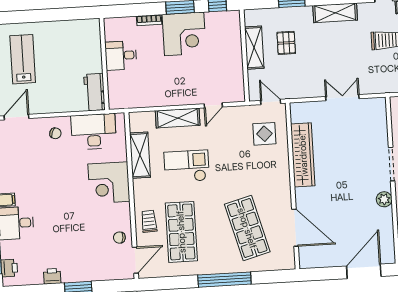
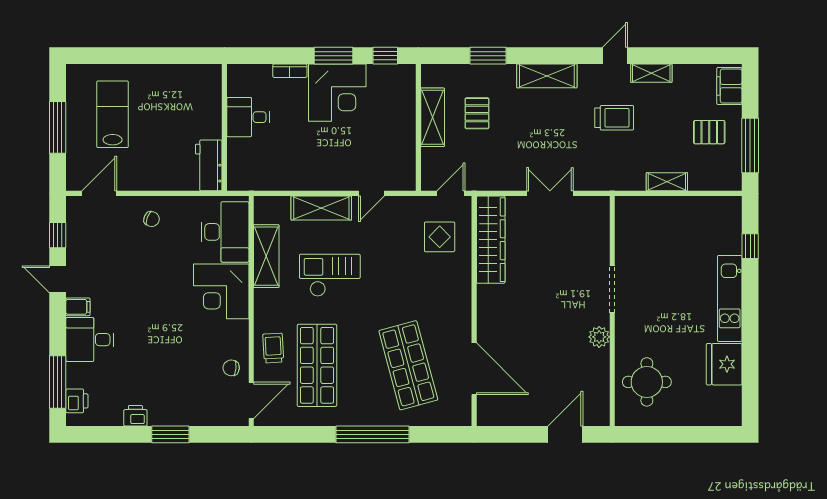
door: (271, 102) -> (451, 193), hinge flipped
desk: (94, 132) -> (225, 232), moved, turned 90
wardrobe: (303, 155) -> (491, 240), moved
door: (364, 271) -> (565, 434), width x0.73

